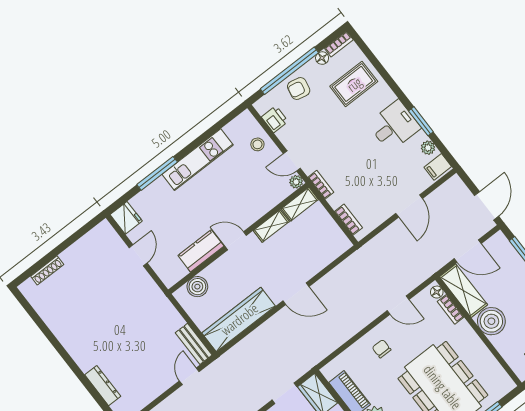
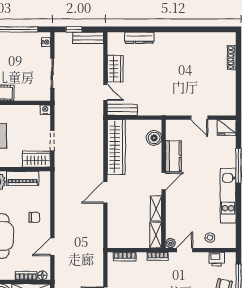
wardrobe: (156, 386) -> (115, 69), added

